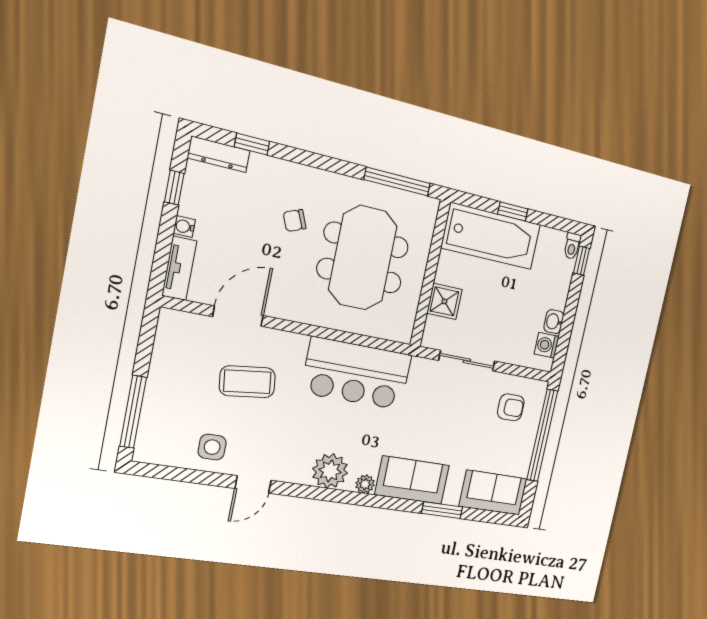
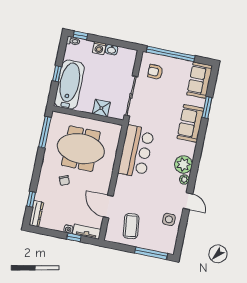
window: (174, 188) -> (74, 237), moved
washing machine: (547, 345) -> (99, 48), moved
sliding door: (467, 361) -> (131, 96), width x1.37
coffee table: (247, 382) -> (131, 226), moved
armchair: (511, 407) -> (155, 72), turned -90
plant: (365, 484) -> (184, 180), moved

